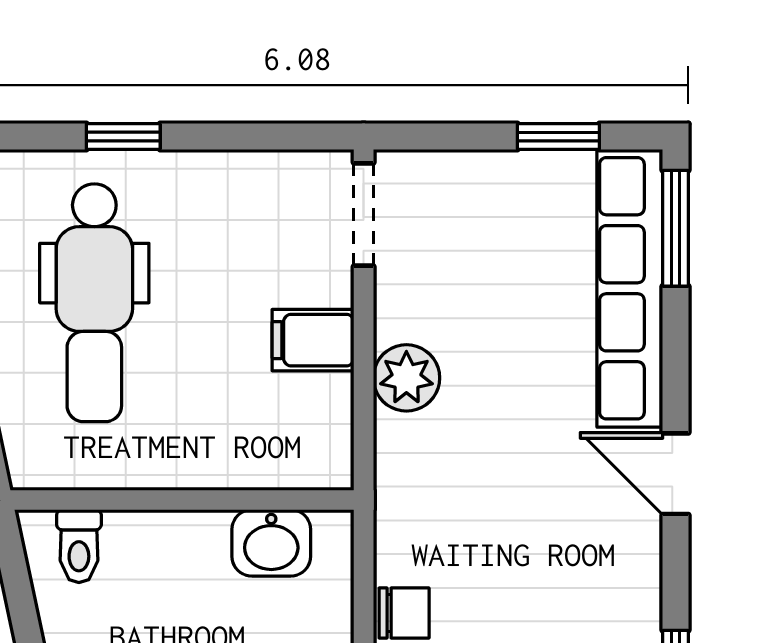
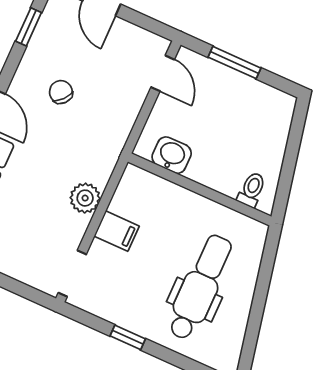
window: (123, 137) -> (128, 337), moved
chair: (404, 613) -> (61, 92), moved, turned 41

